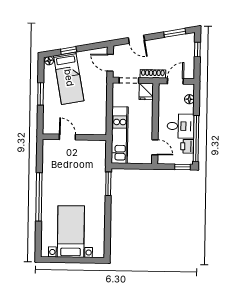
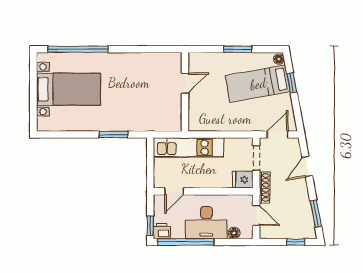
desk: (181, 126) -> (206, 223), width x1.37
printer: (187, 146) -> (162, 231), moved
window: (108, 184) -> (113, 135), moved
window: (39, 197) -> (78, 49), moved

